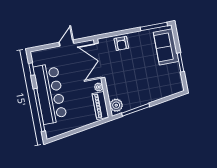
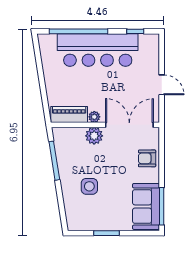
sofa: (166, 47) -> (146, 206), moved, turned -90
side table: (149, 81) -> (89, 186), added
plant: (116, 105) -> (94, 136), moved

